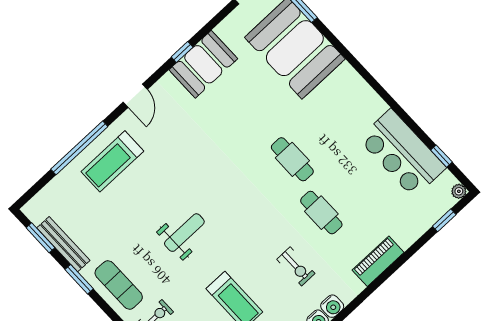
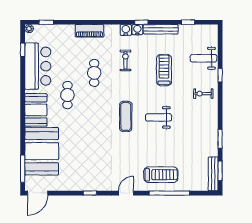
booth: (203, 64) -> (36, 110), moved, turned 90
cafe table: (292, 159) -> (67, 95), moved
bench: (63, 244) -> (213, 174), moved
exercise mat: (119, 285) -> (126, 116), moved

